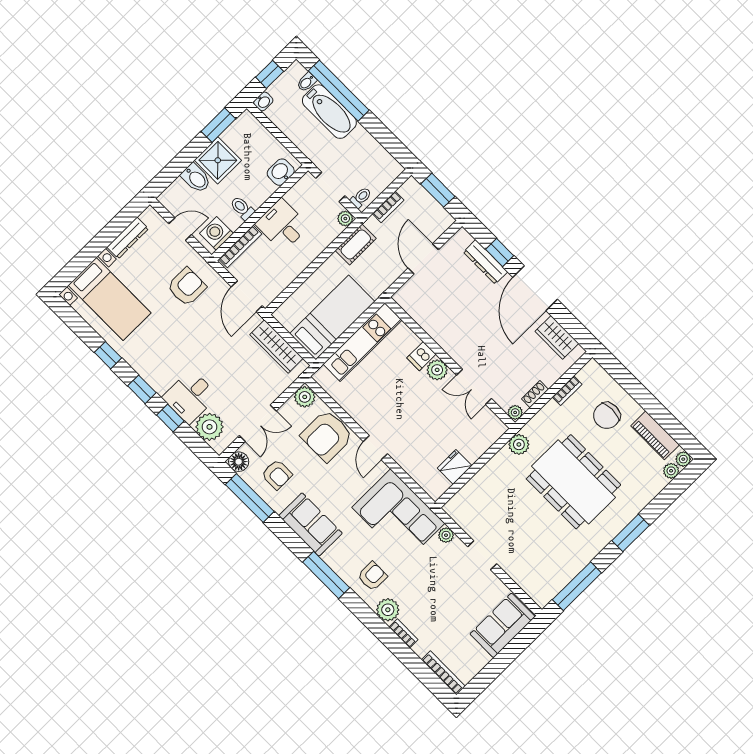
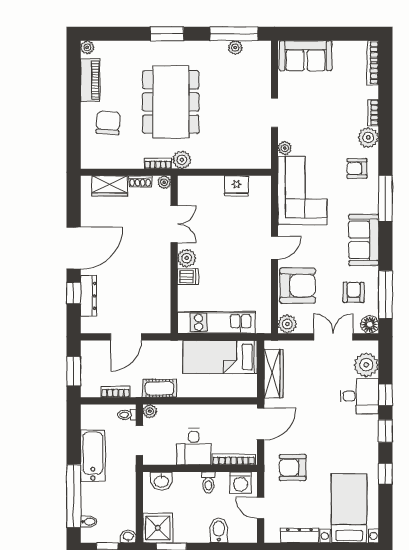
bathtub: (329, 112) -> (93, 456), moved
shower: (218, 160) -> (158, 528), moved
wardrobe: (557, 337) -> (110, 186), moved, turned 90
bookcase: (567, 391) -> (158, 163), moved
chair: (607, 416) -> (108, 123), turned -86
plant: (671, 471) -> (235, 48), moved

